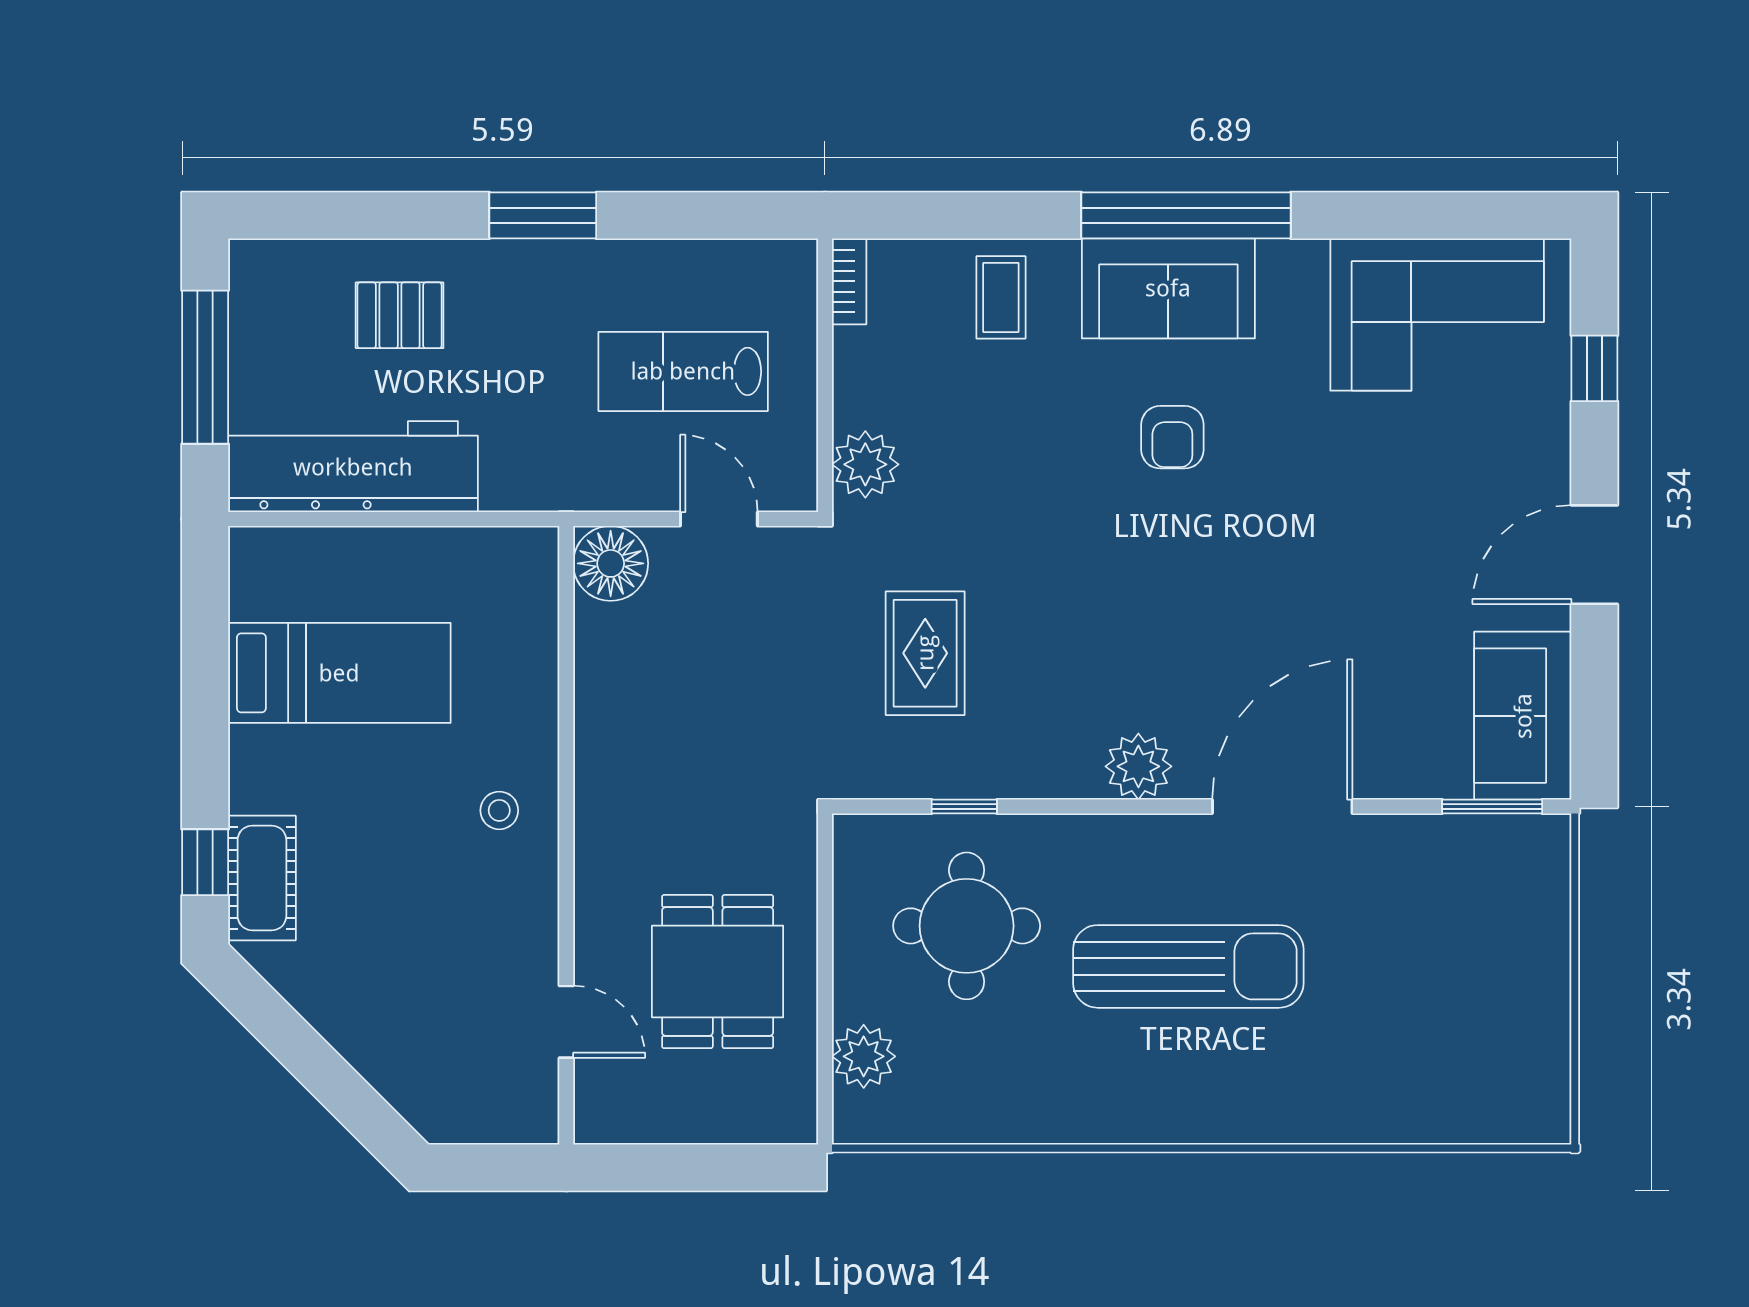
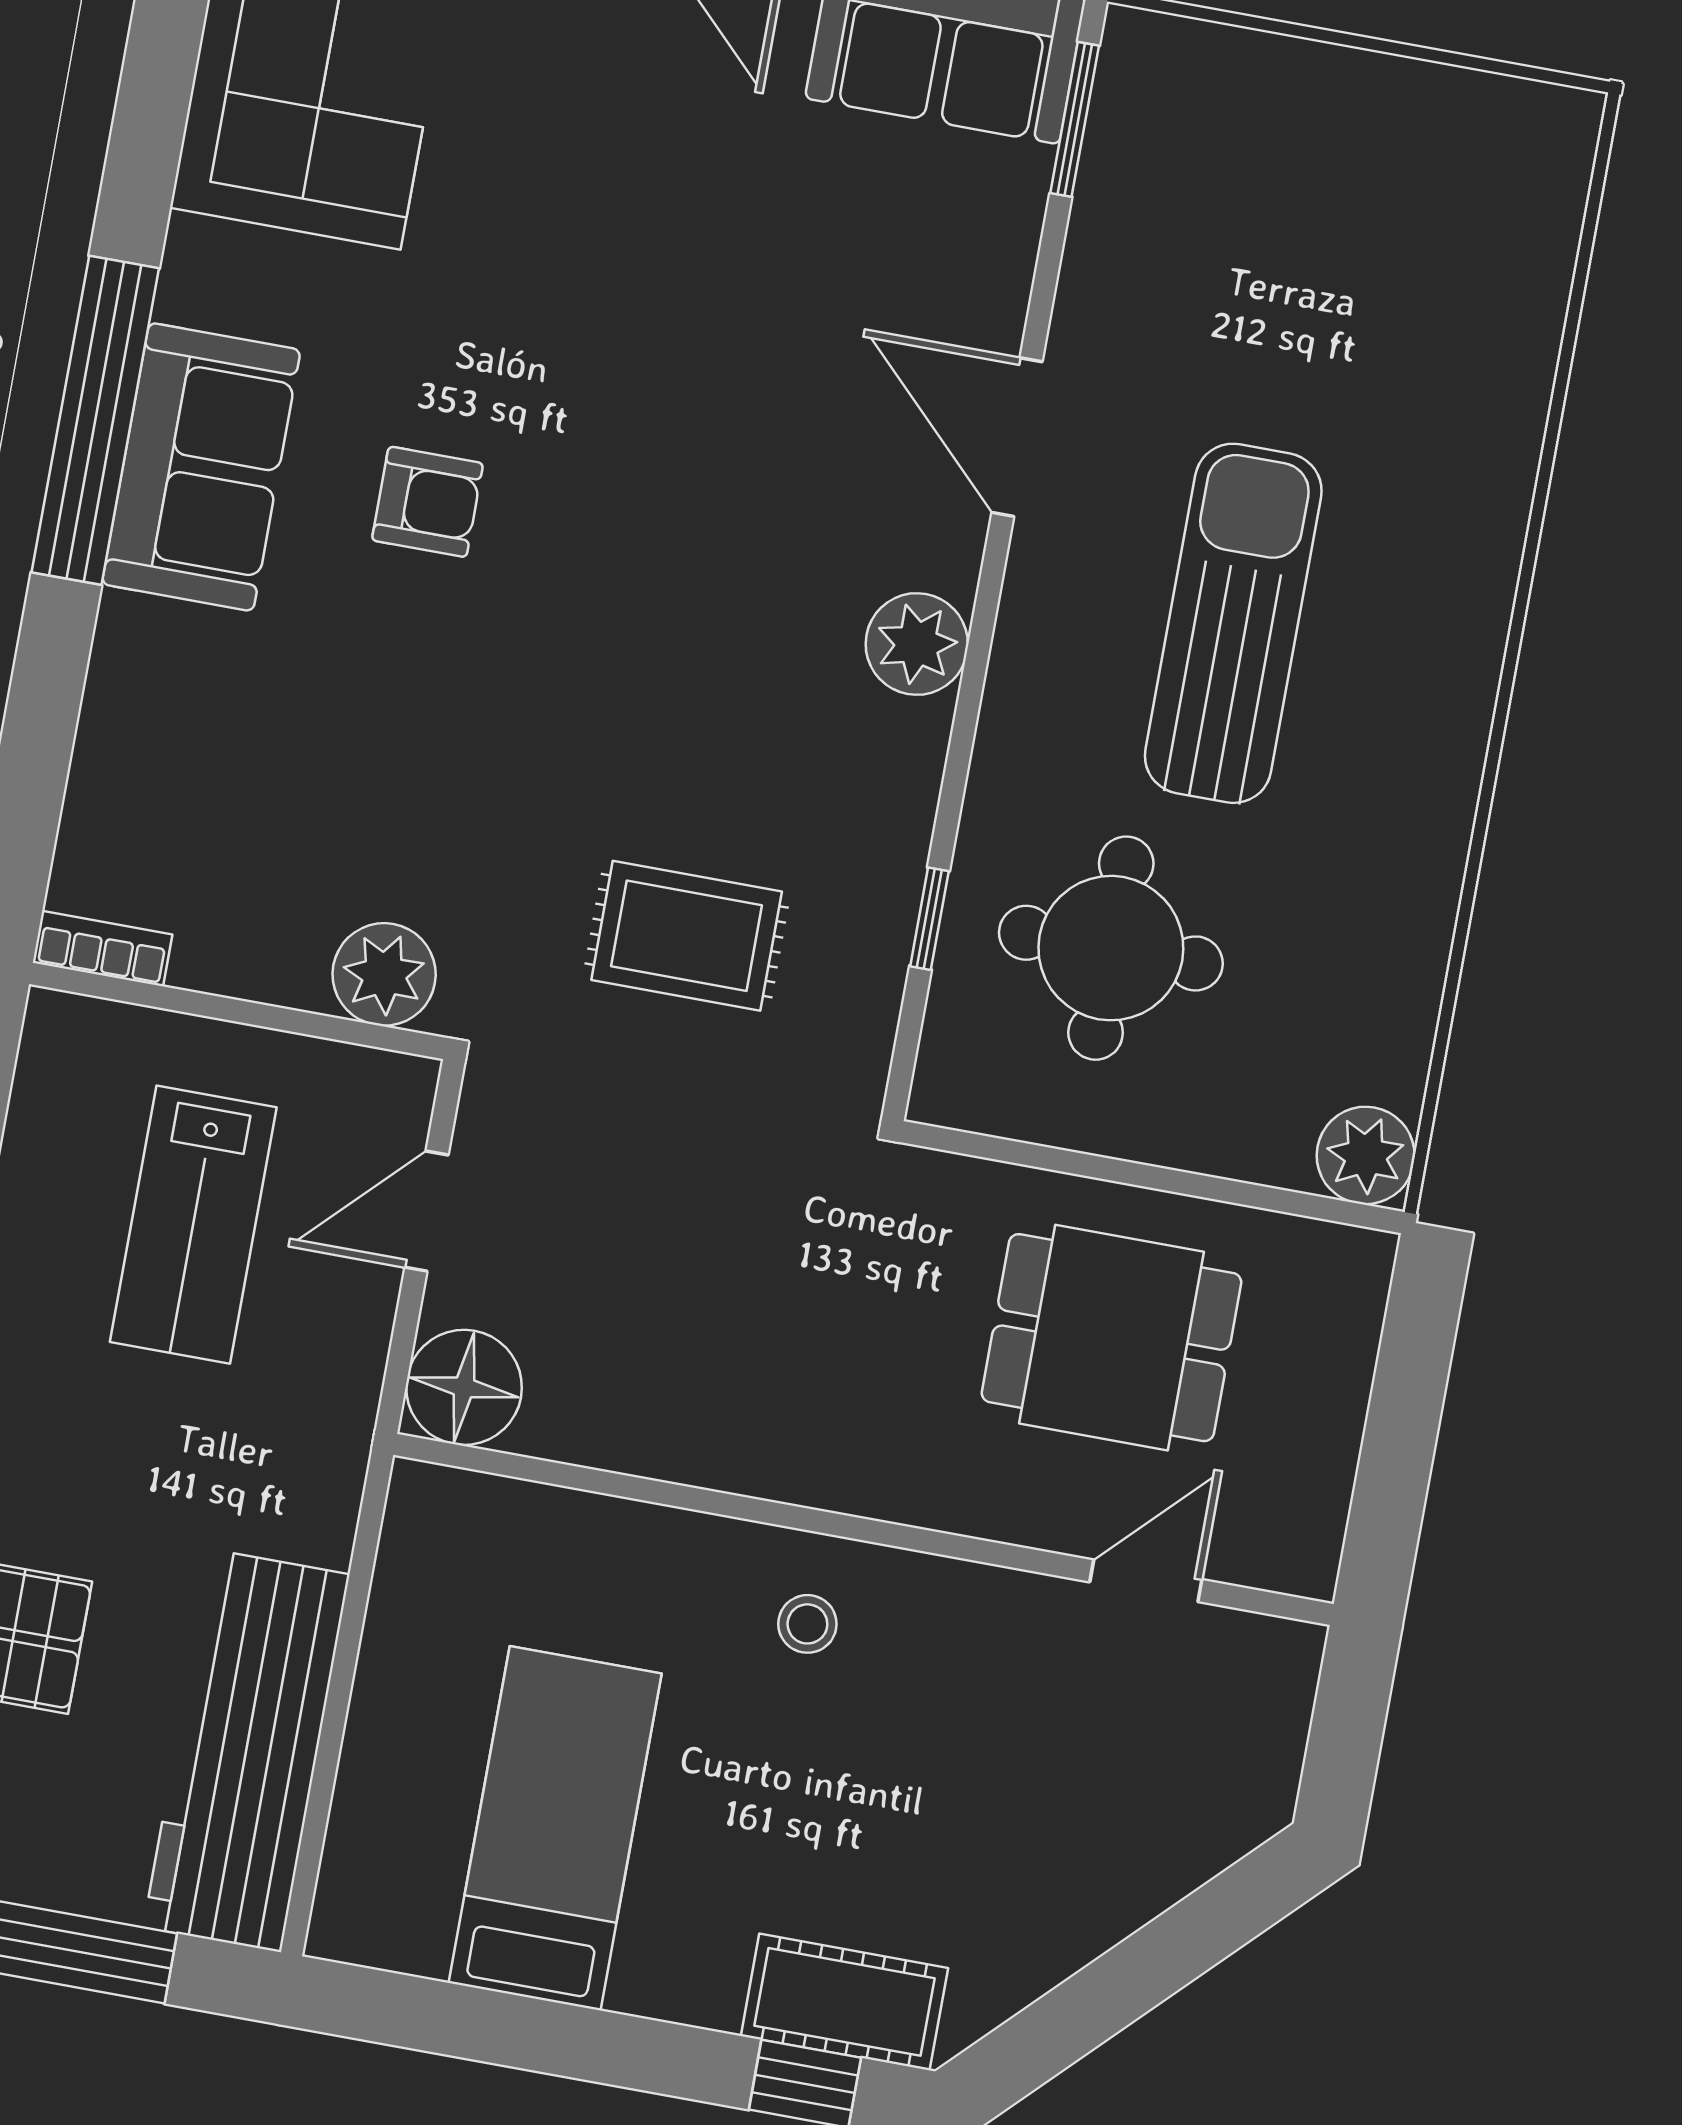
coffee table: (1001, 297) -> (169, 723), removed
door: (1282, 807) -> (1017, 437), width x0.73
plant: (864, 1056) -> (1366, 1155), moved

